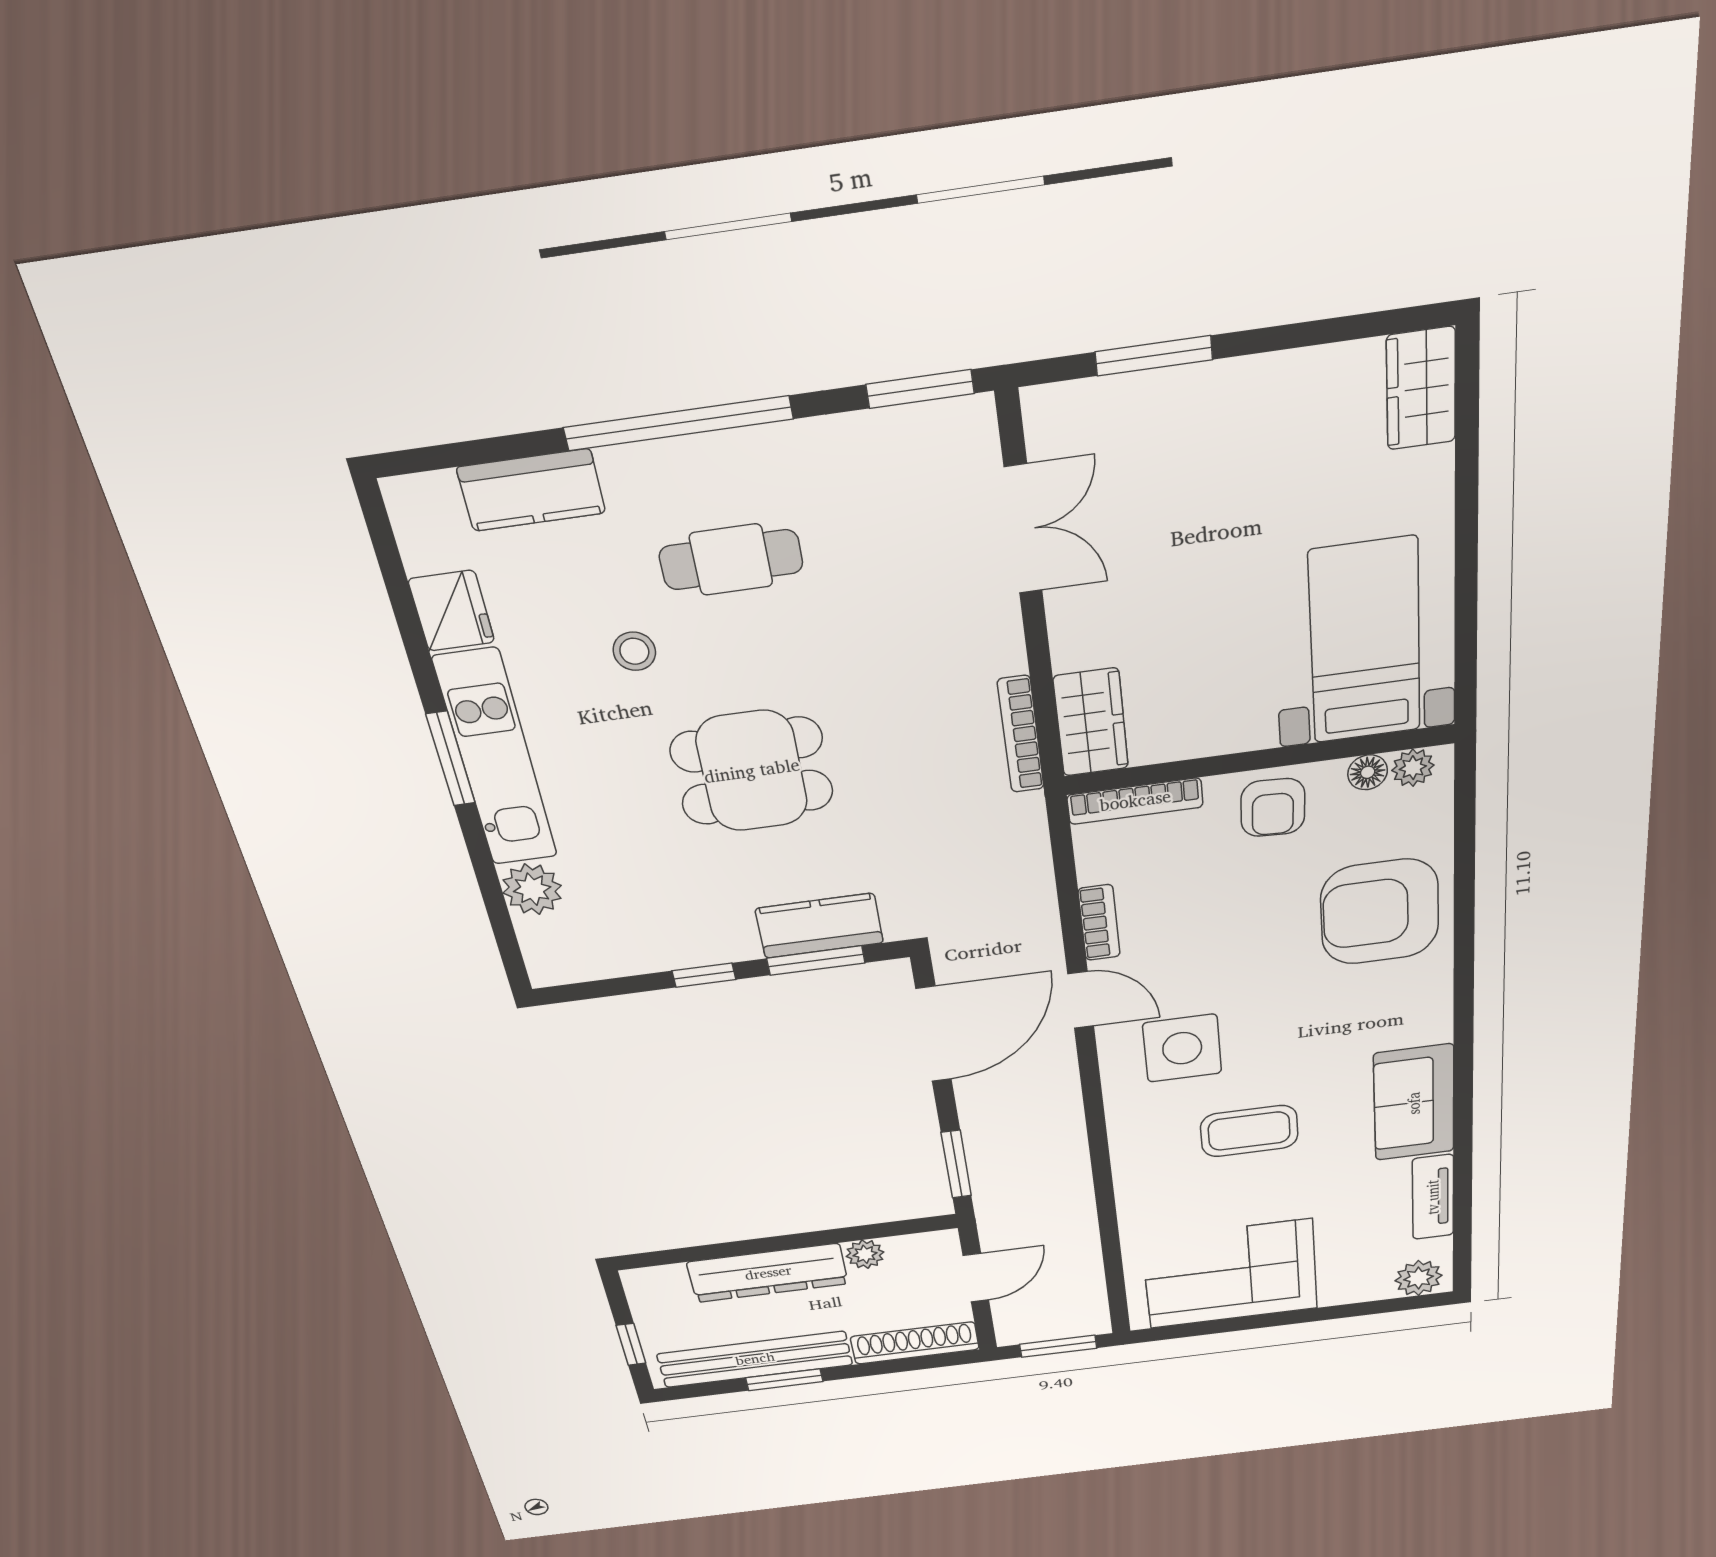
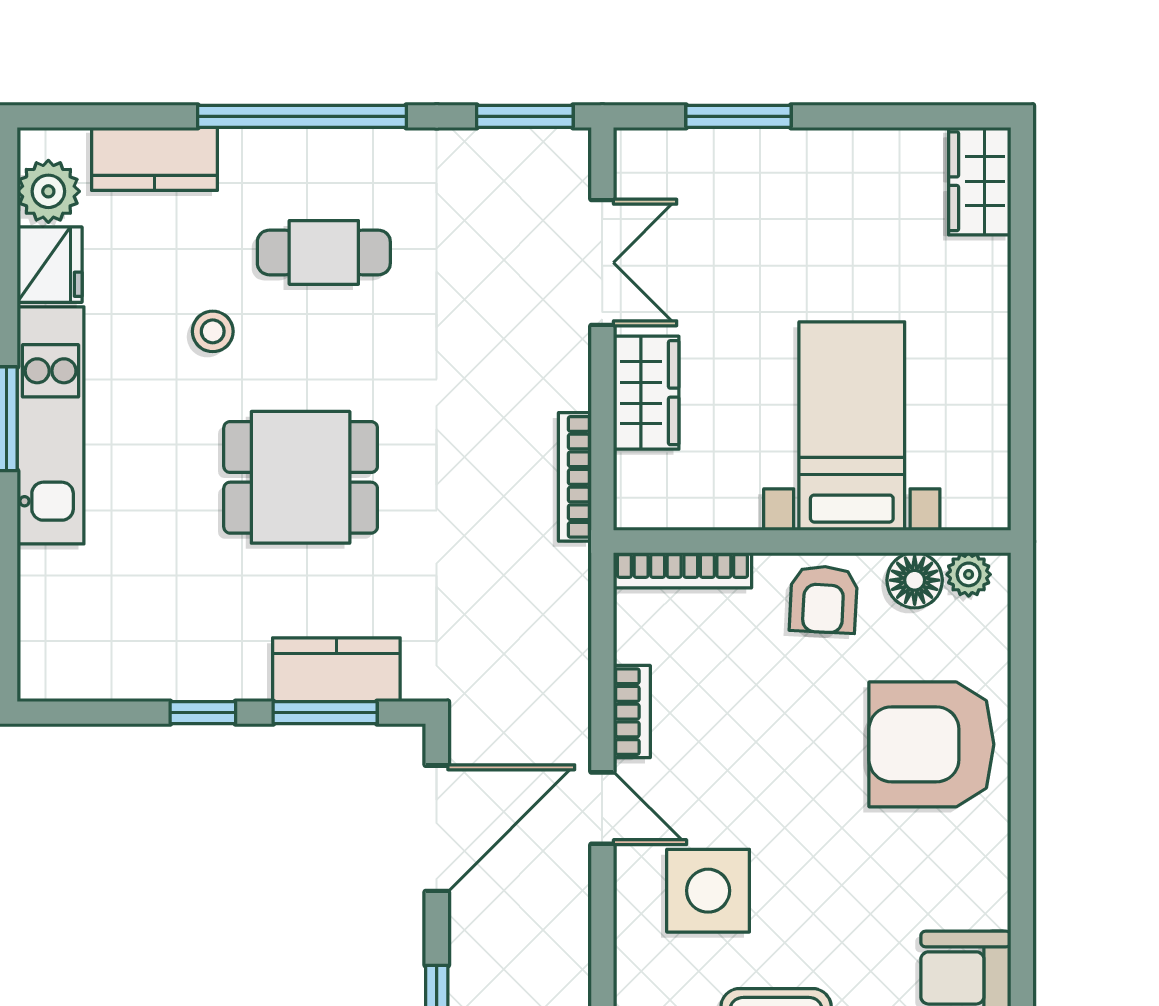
bed with nightstands: (1365, 641) -> (852, 426), moved
wardrobe: (1091, 722) -> (646, 393), moved
floor lamp: (1368, 772) -> (915, 580), width x1.37, depth x1.37
plant: (532, 889) -> (48, 191), moved

